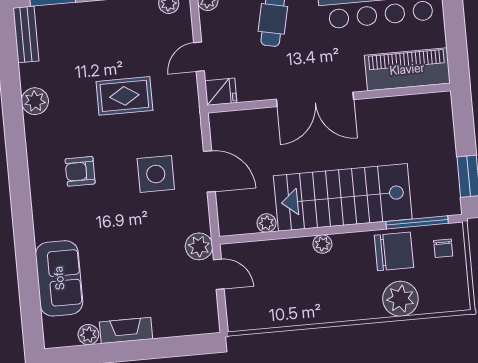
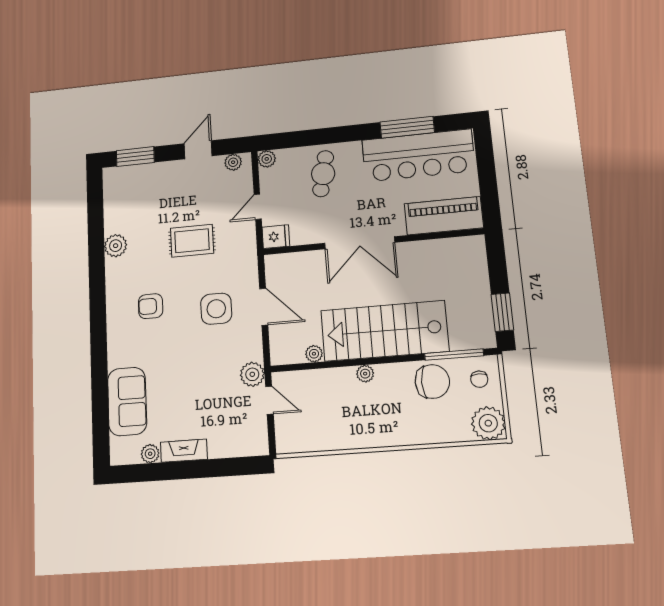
bench: (26, 34) -> (112, 190), removed
plant: (400, 299) -> (488, 423), moved

